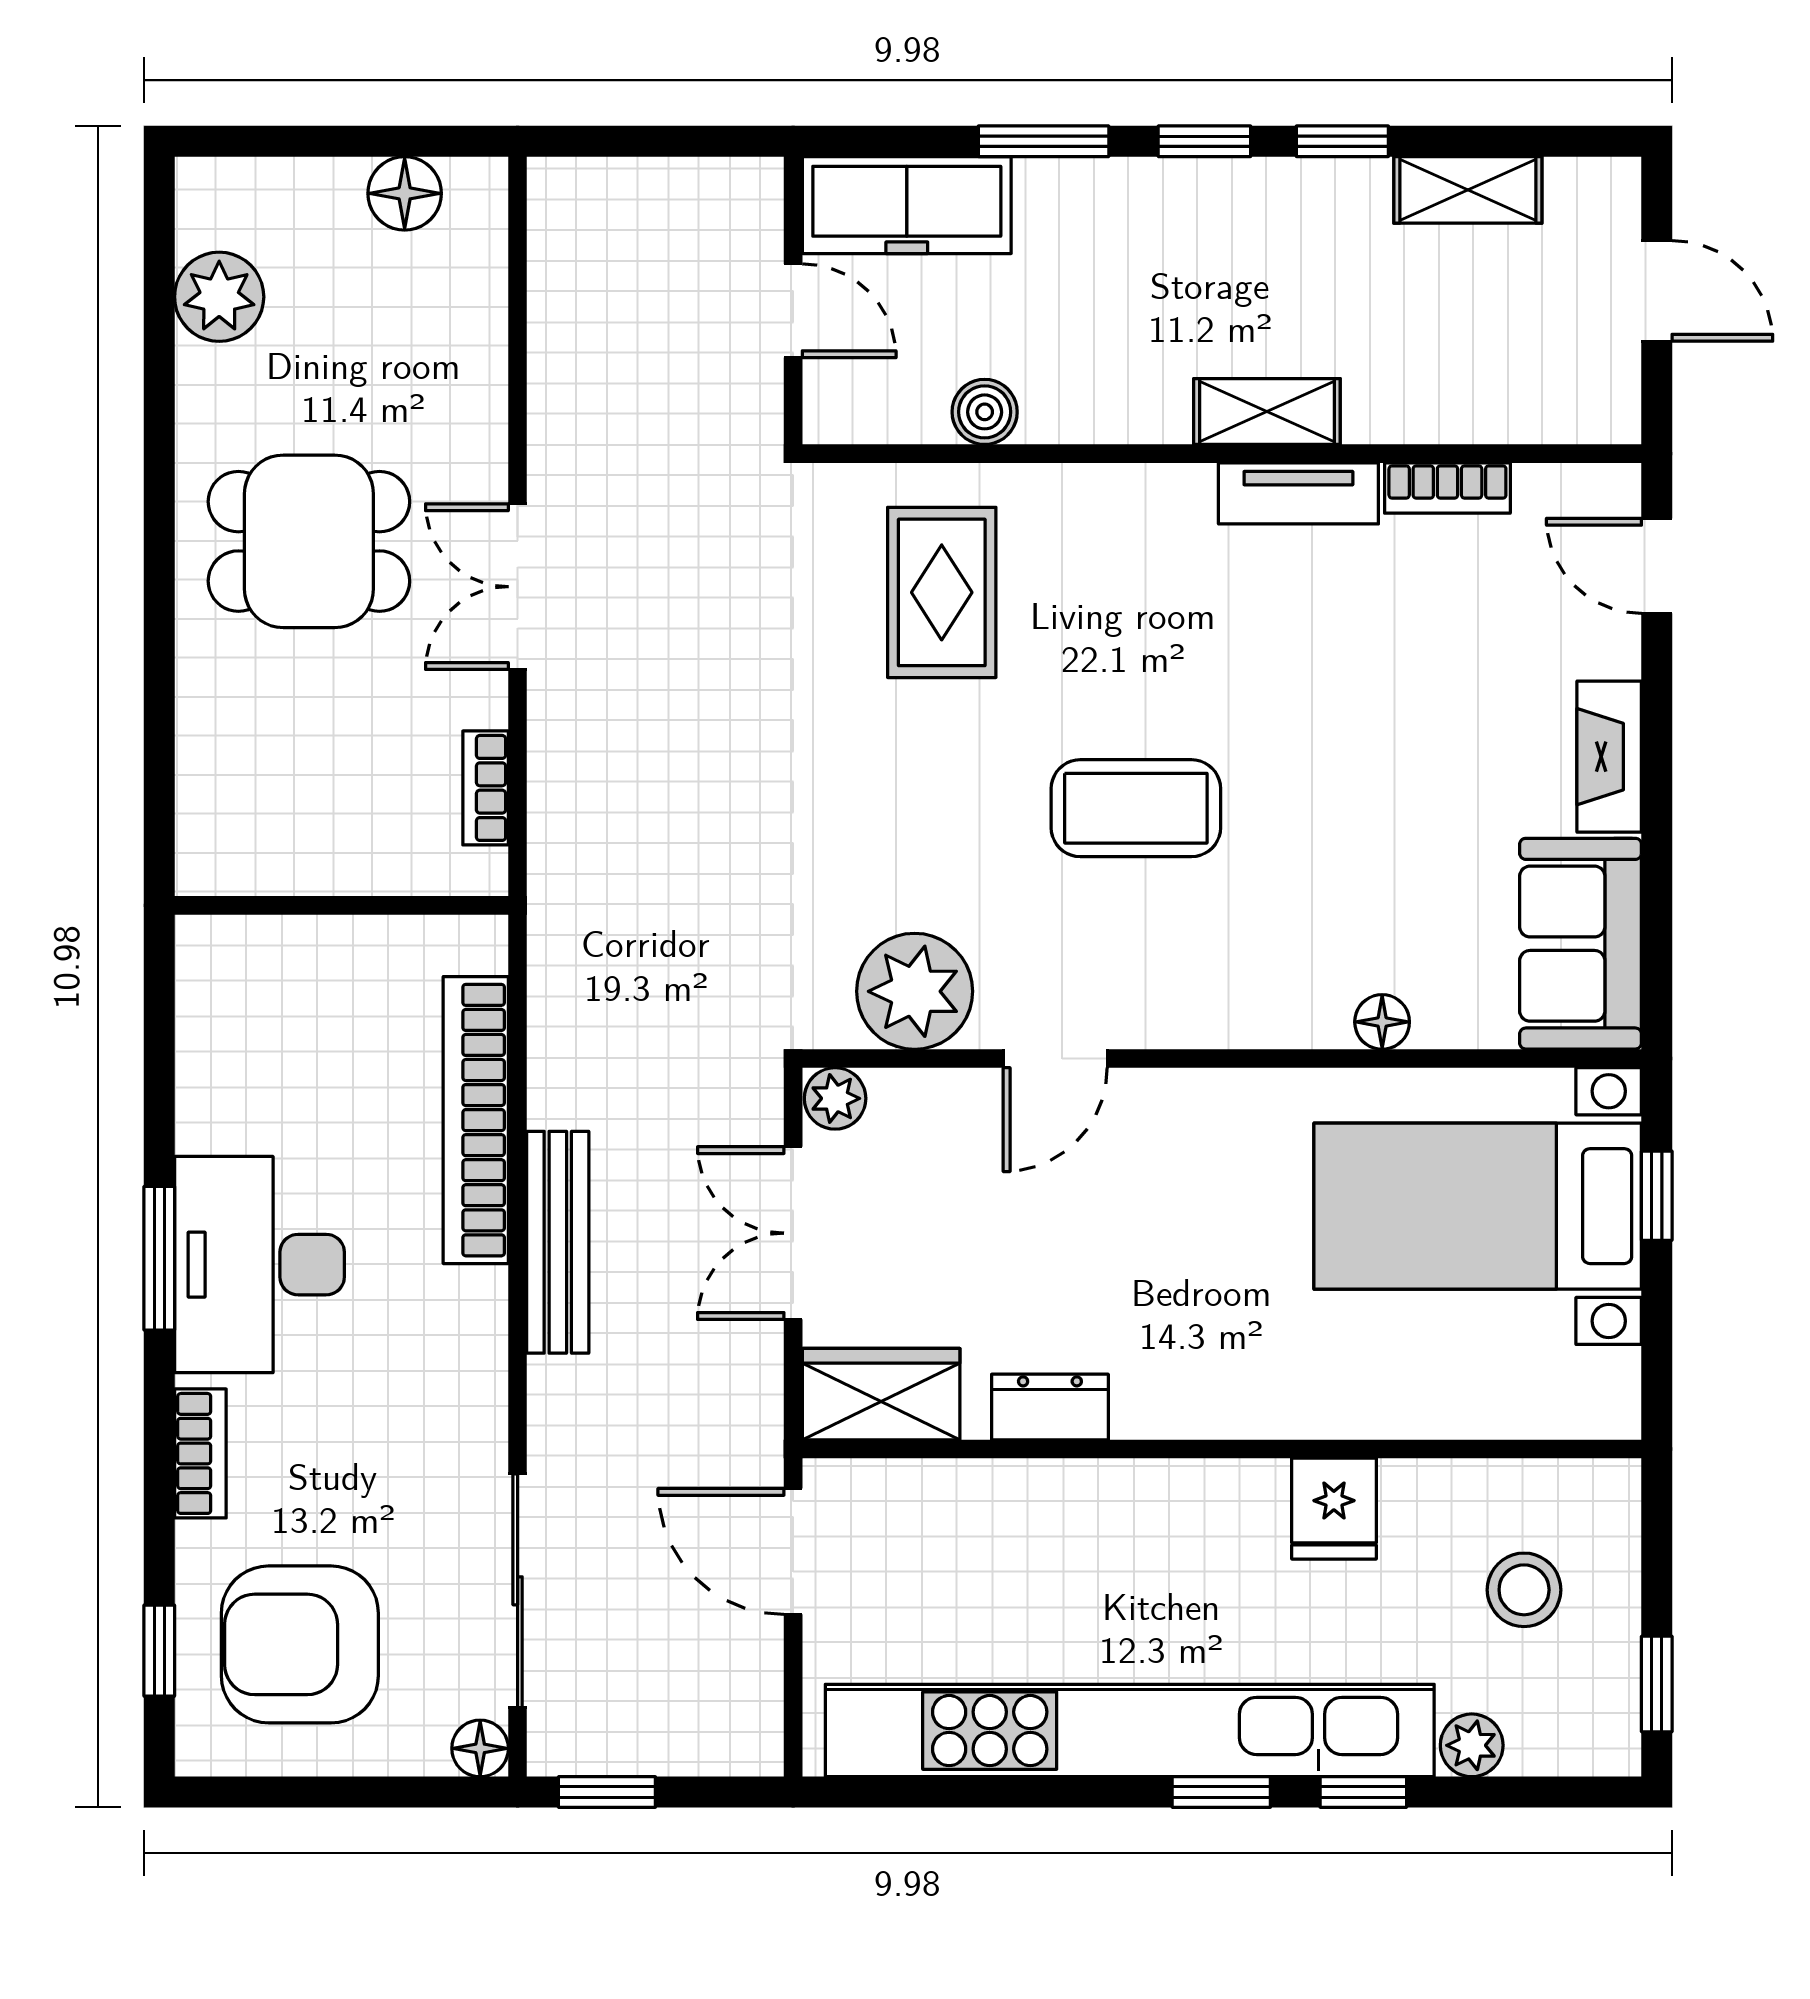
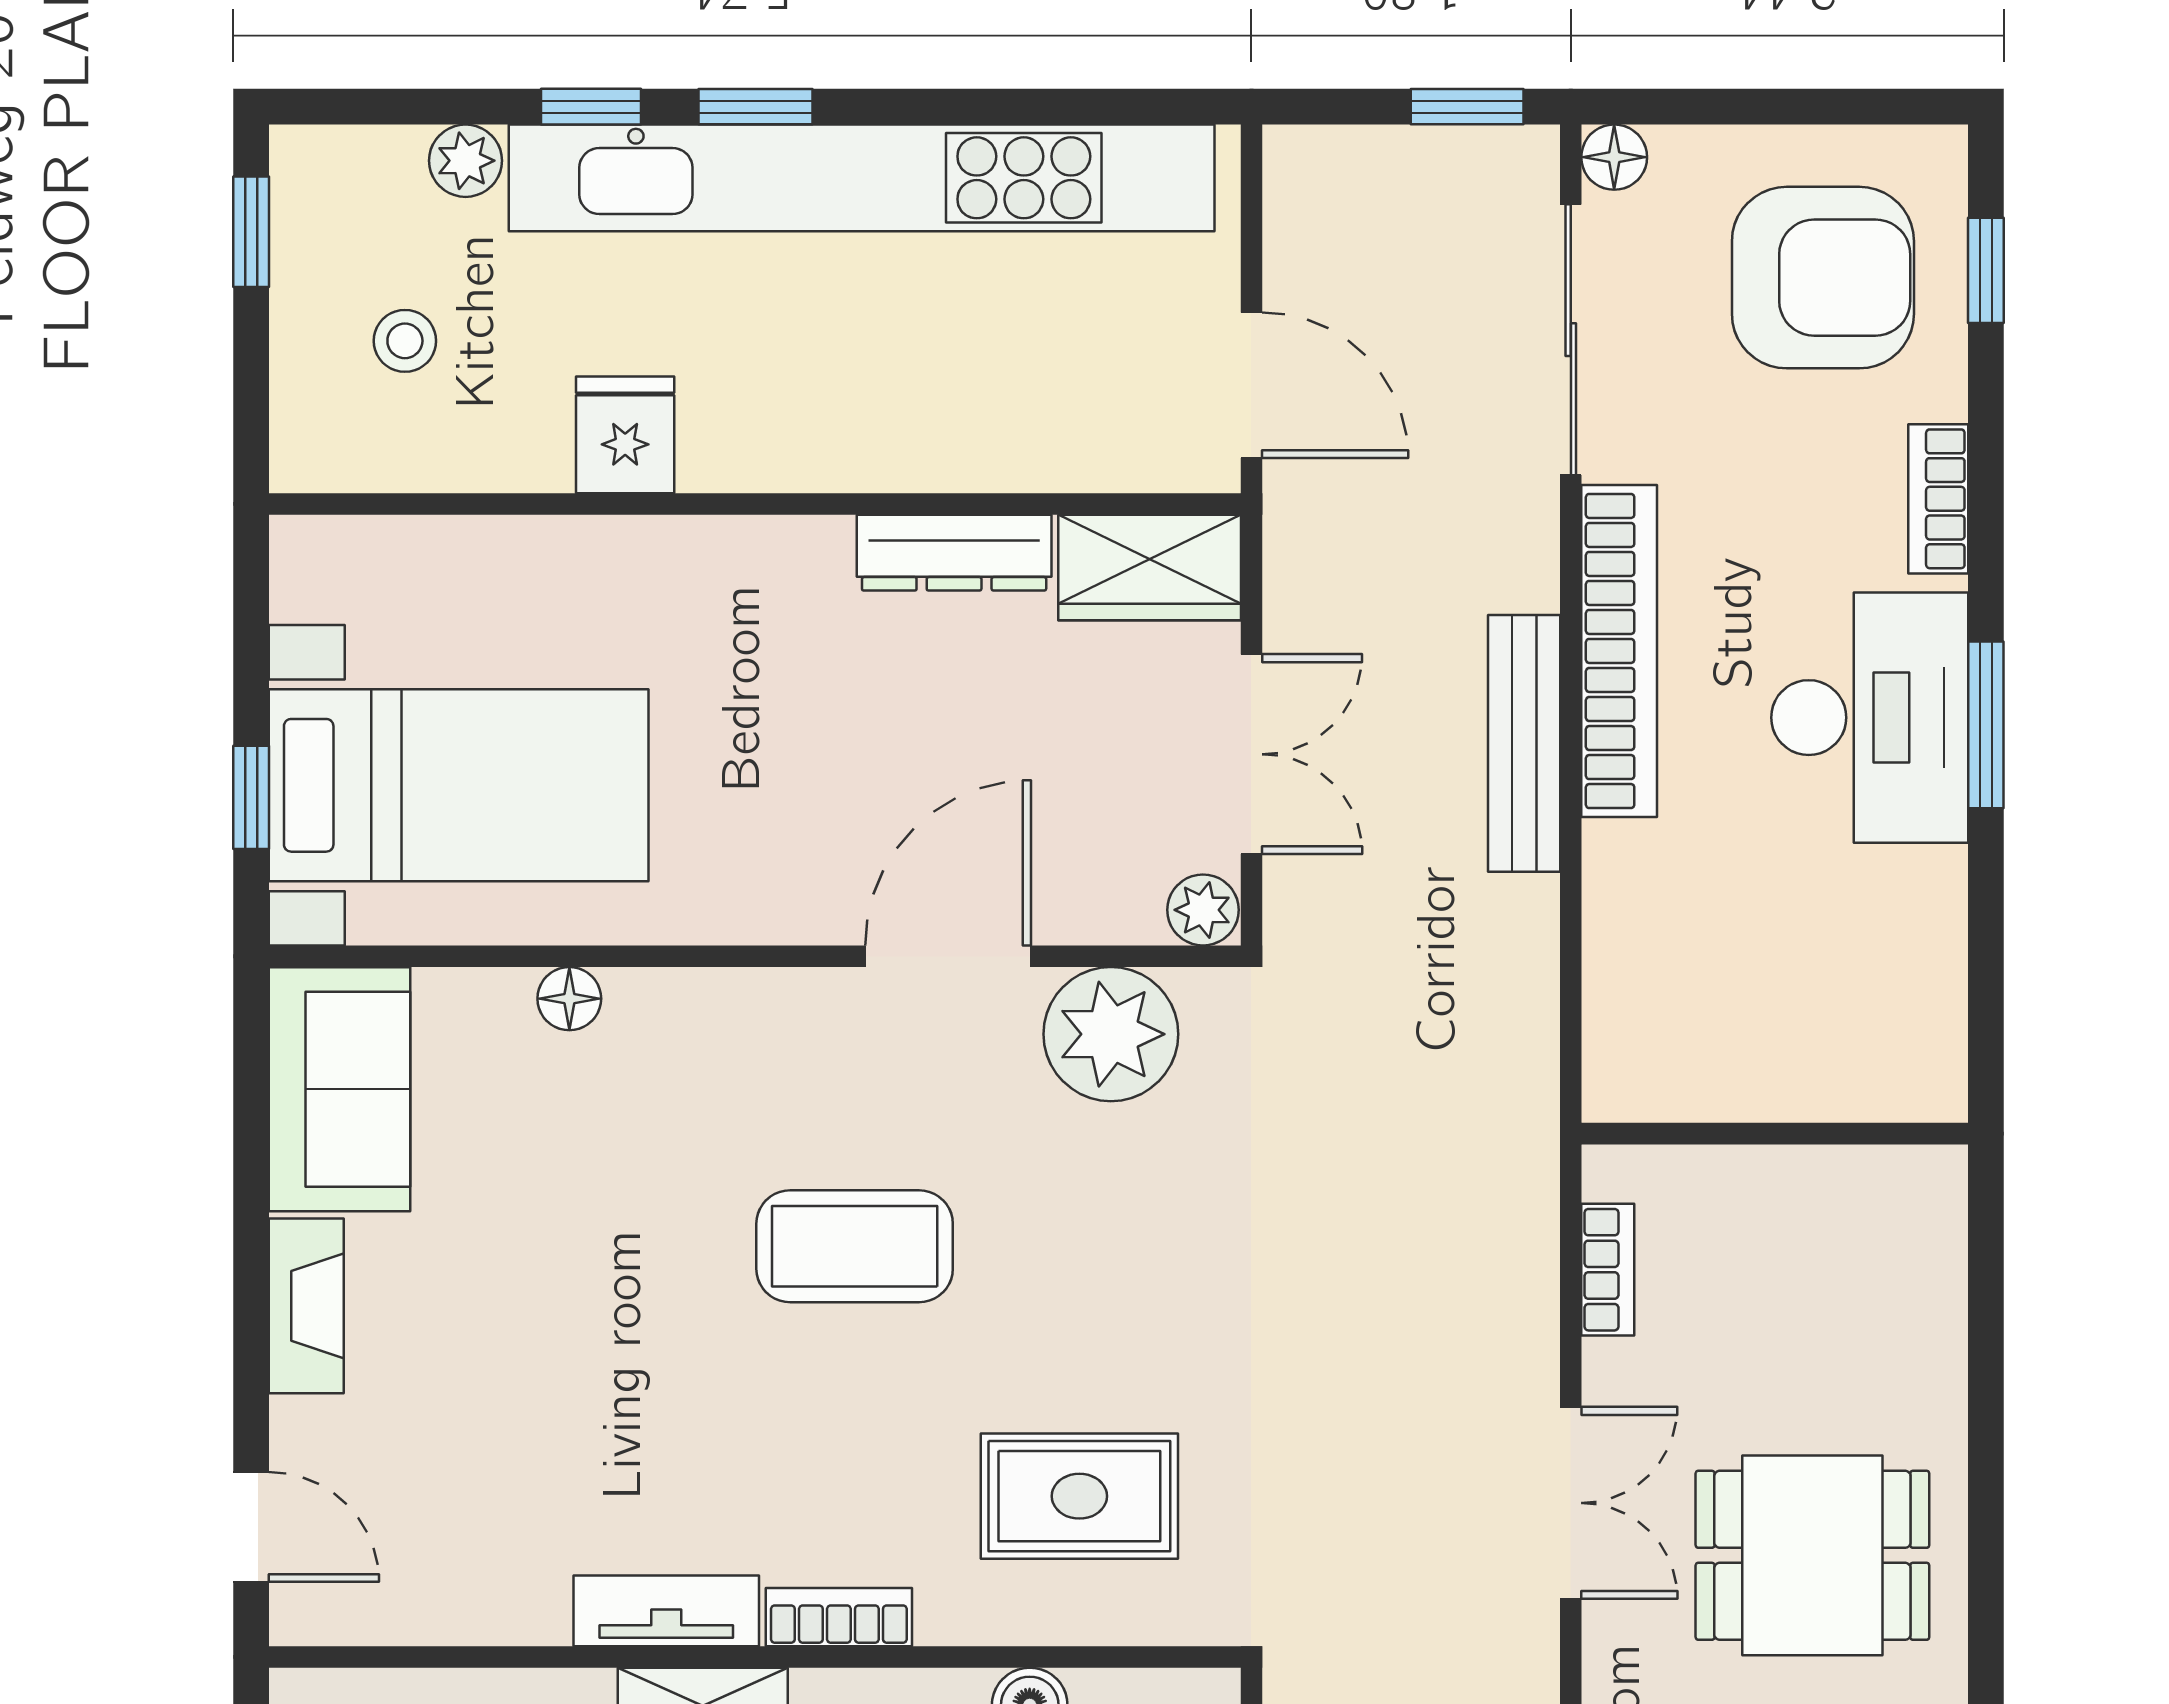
bookcase: (1447, 488) -> (839, 1617), moved
rug: (942, 592) -> (1079, 1496), turned 90
door: (1055, 1059) -> (948, 956), width x1.38
bookcase: (476, 1120) -> (1619, 651), moved
dresser: (1050, 1407) -> (954, 553), width x1.44
stool: (1524, 1590) -> (405, 341), width x0.73, depth x0.73

